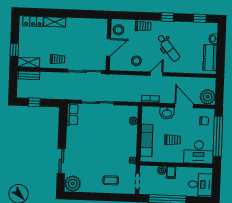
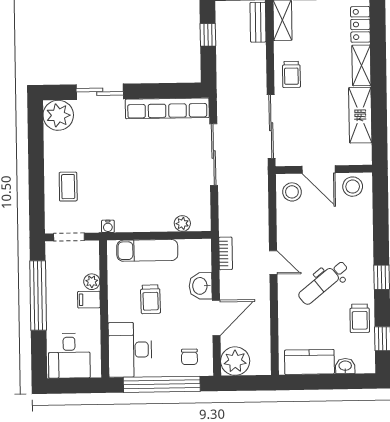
shelving: (81, 24) -> (360, 115), added
trolley: (143, 26) -> (360, 318), moved
stool: (136, 61) -> (292, 192), moved
row of seats: (72, 115) -> (167, 108), width x2.02

